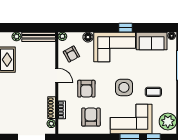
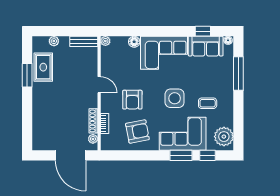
window: (126, 28) -> (203, 31), moved
bench: (39, 37) -> (84, 41), width x0.73
armchair: (71, 54) -> (116, 61), removed
armchair: (91, 117) -> (137, 132), turned 79

